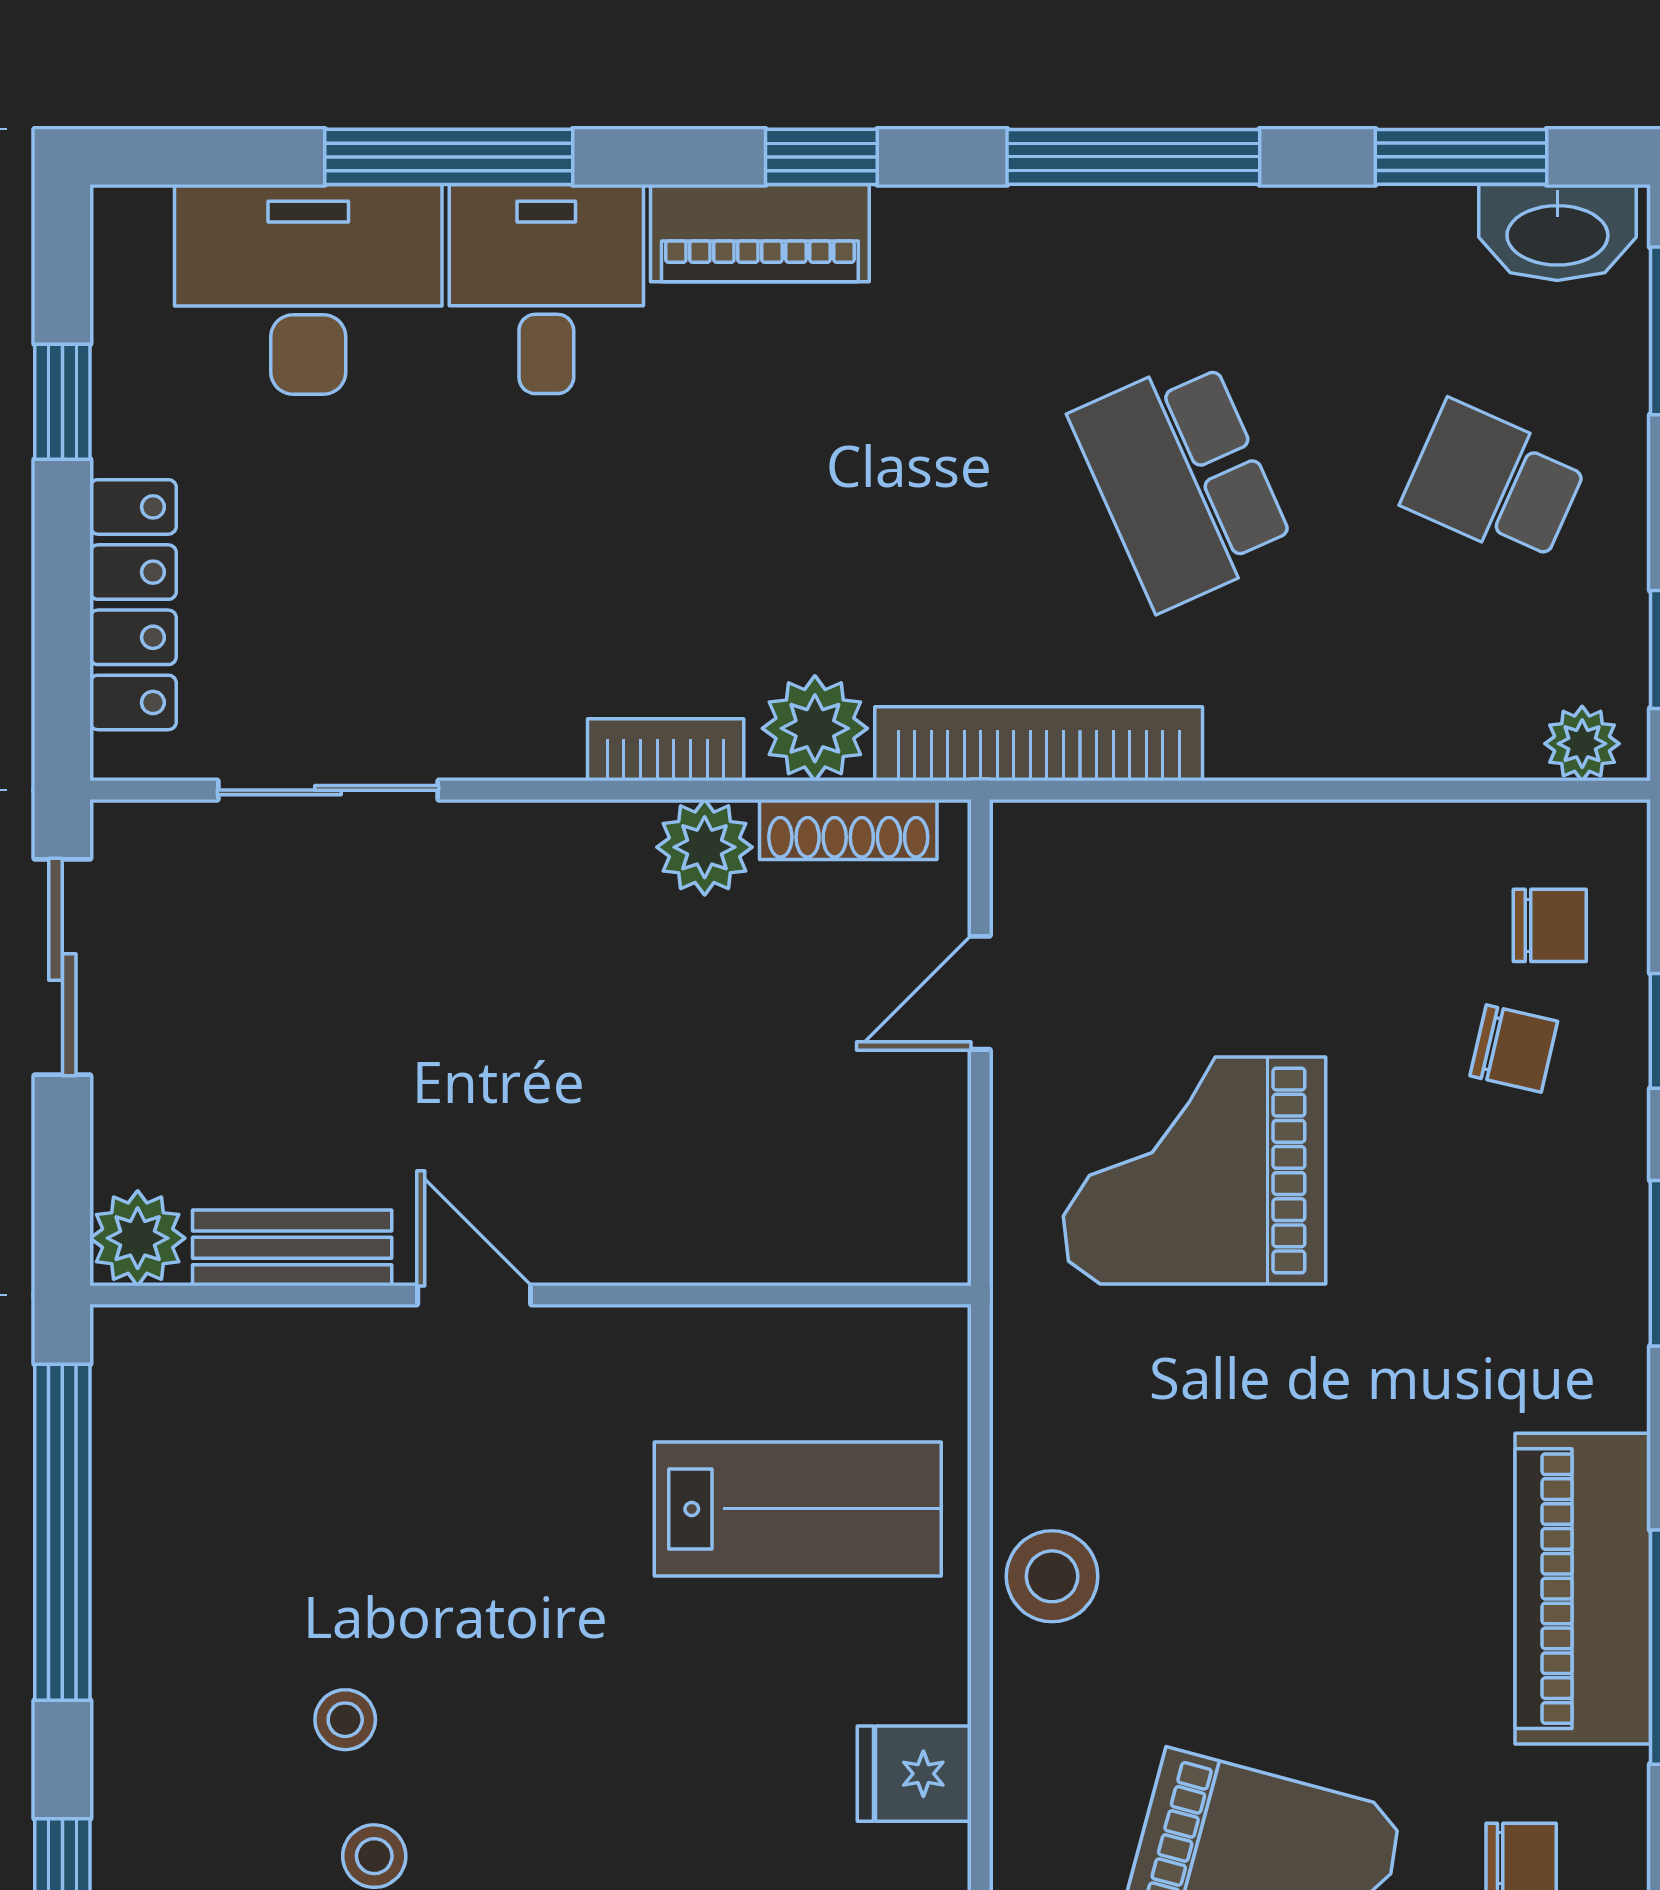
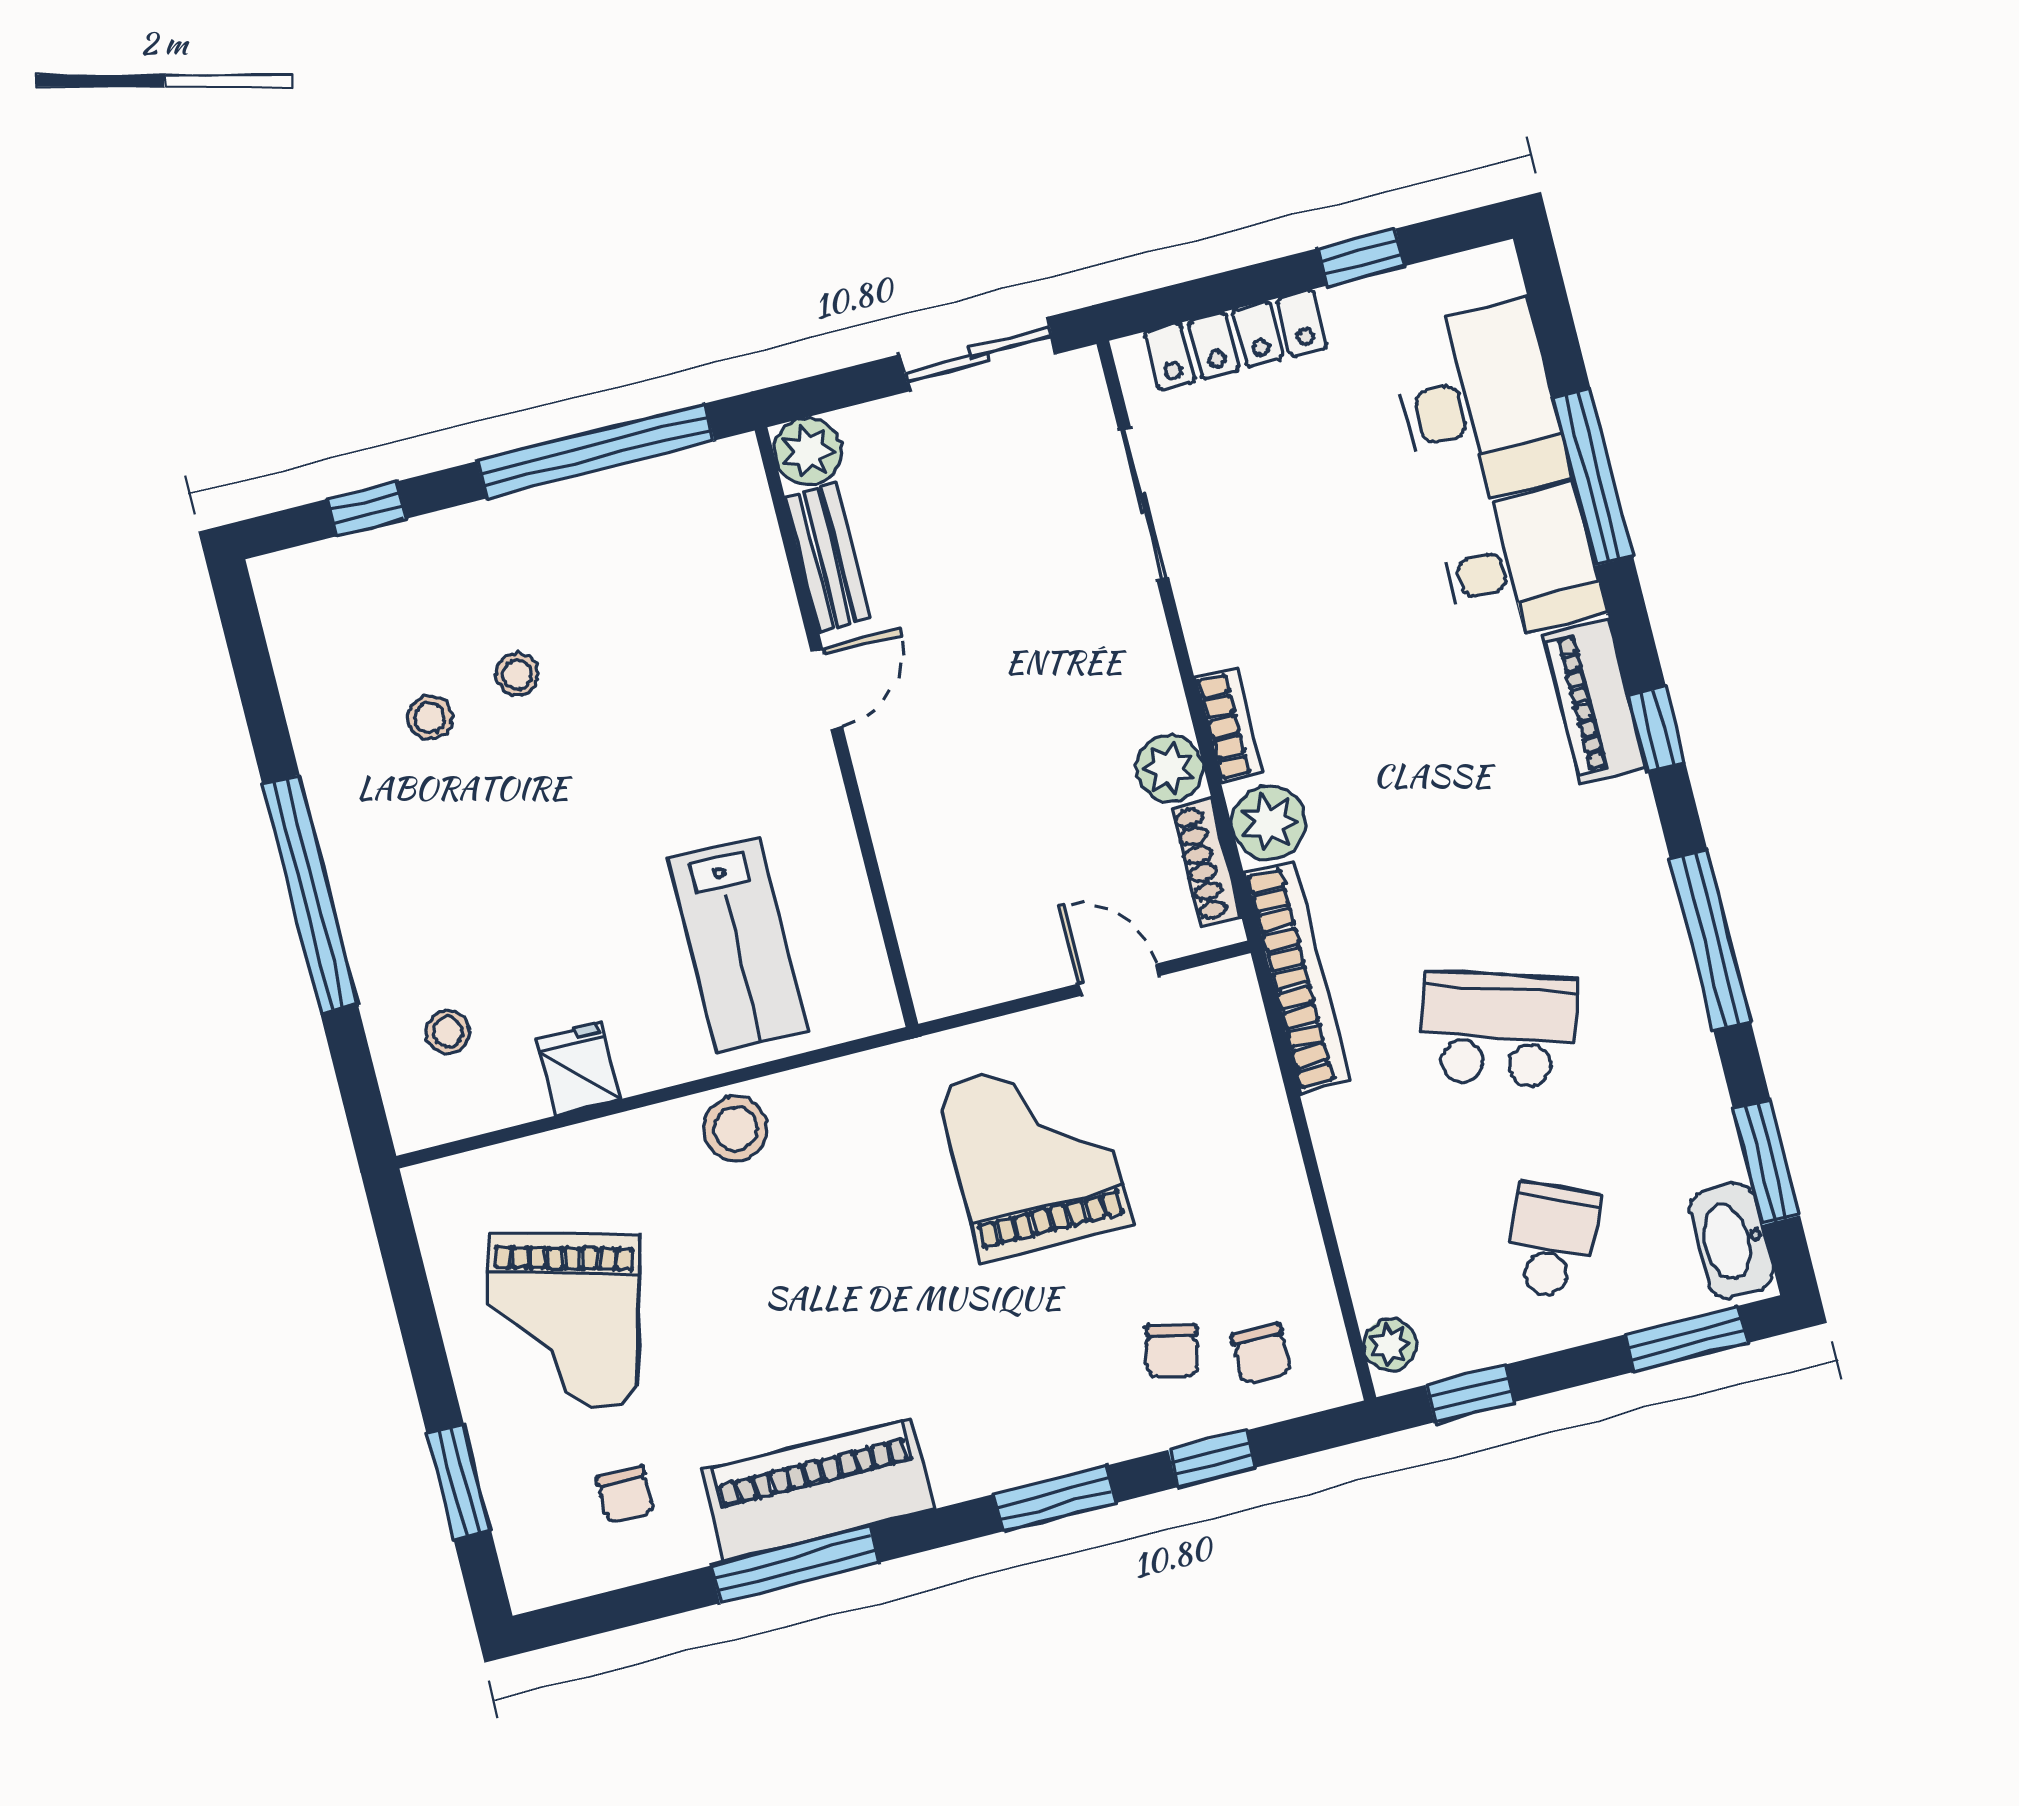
school desk: (1182, 483) -> (1498, 1029), turned 42

